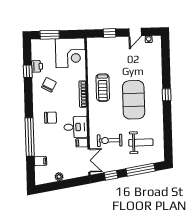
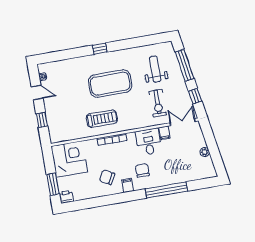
printer: (37, 66) -> (66, 197), moved
window: (28, 71) -> (96, 202), removed
filing cabinet: (40, 161) -> (128, 185), moved

